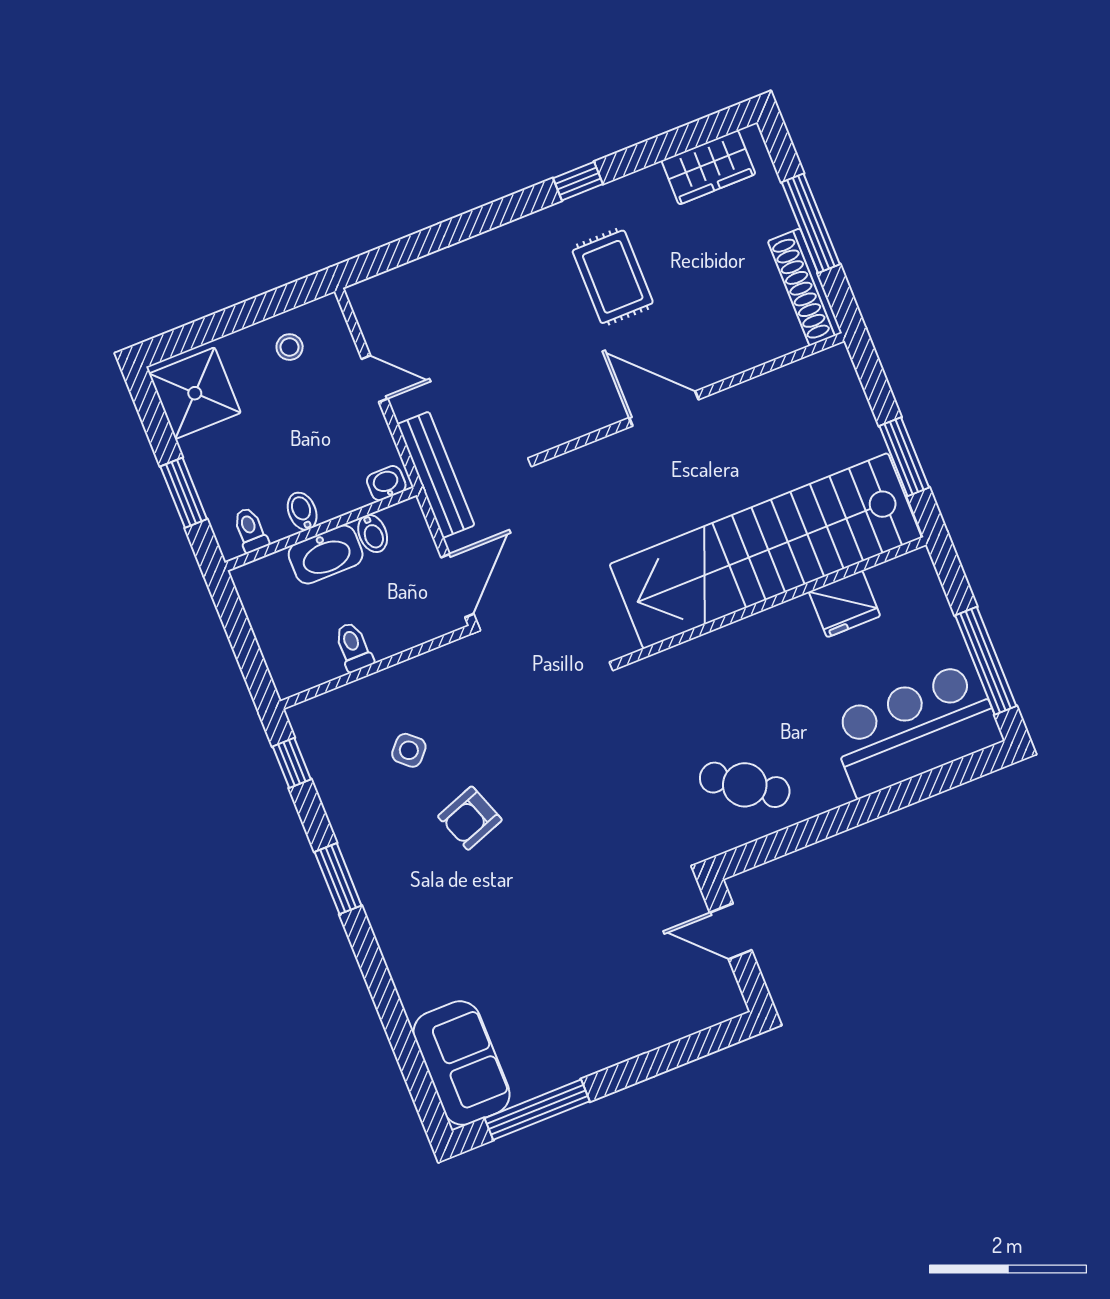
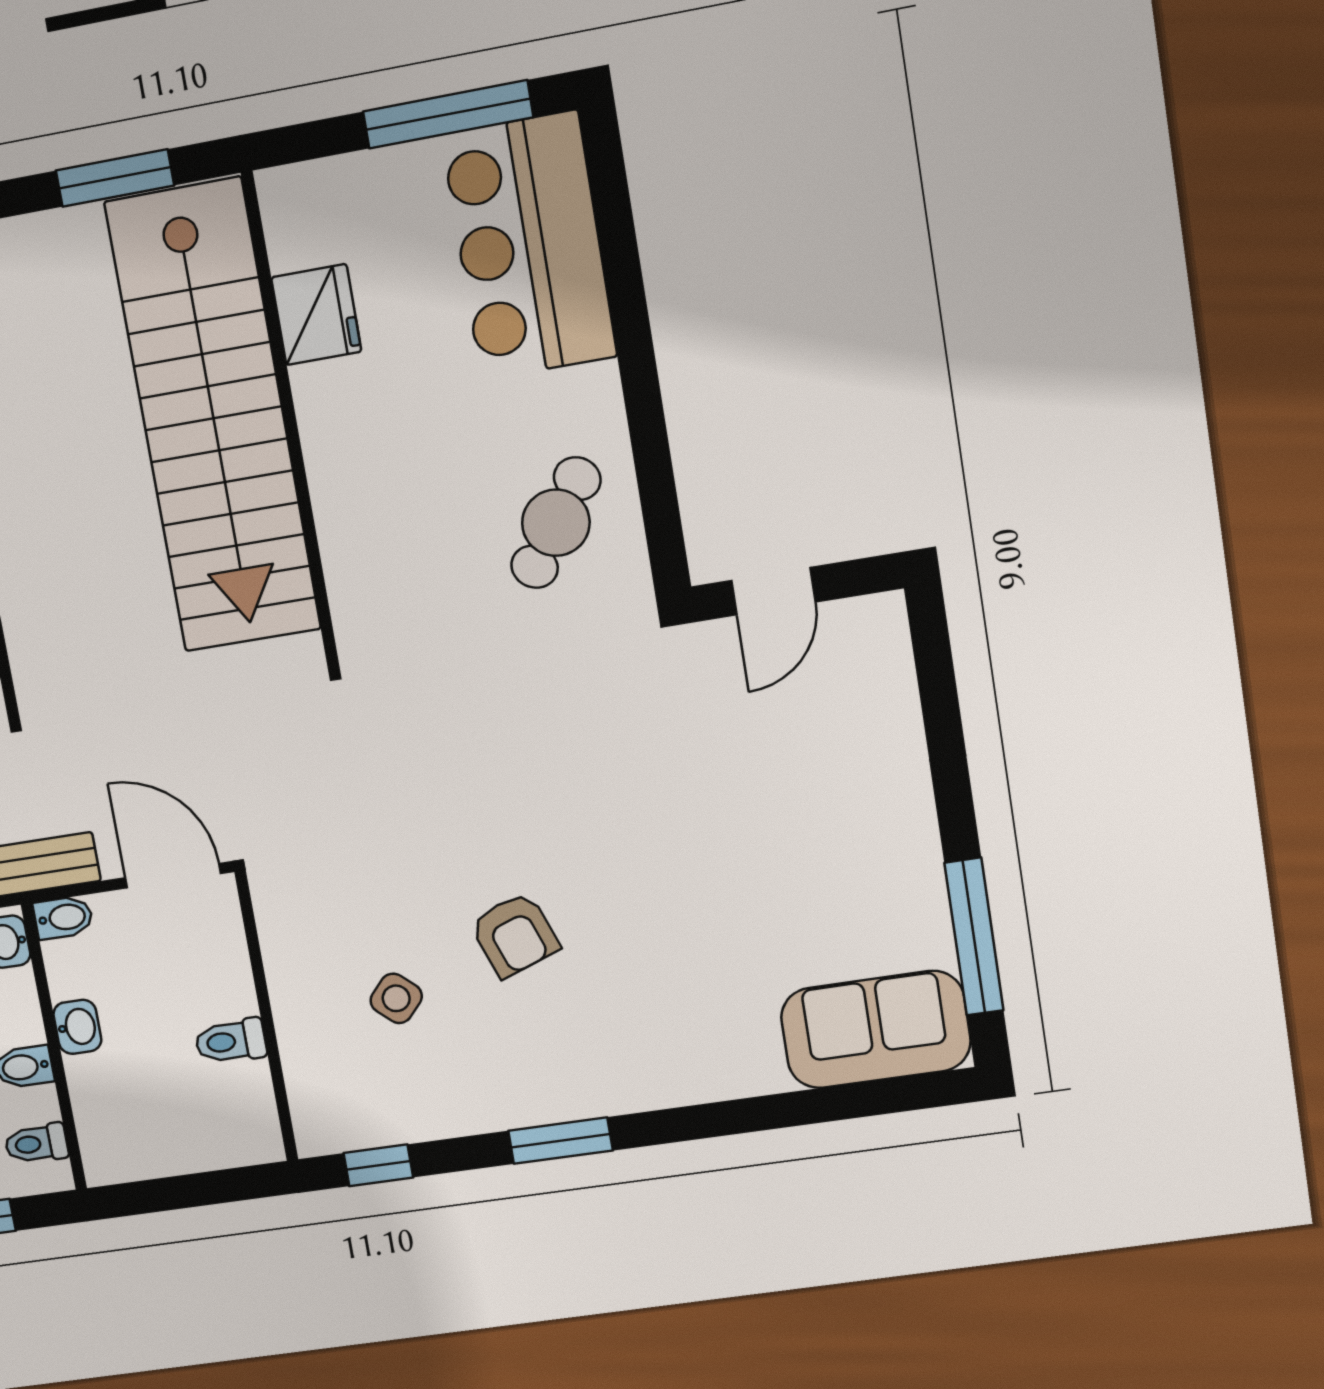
bidet: (373, 533) -> (63, 918), moved
washbasin: (326, 554) -> (77, 1027), width x0.52, depth x0.69

